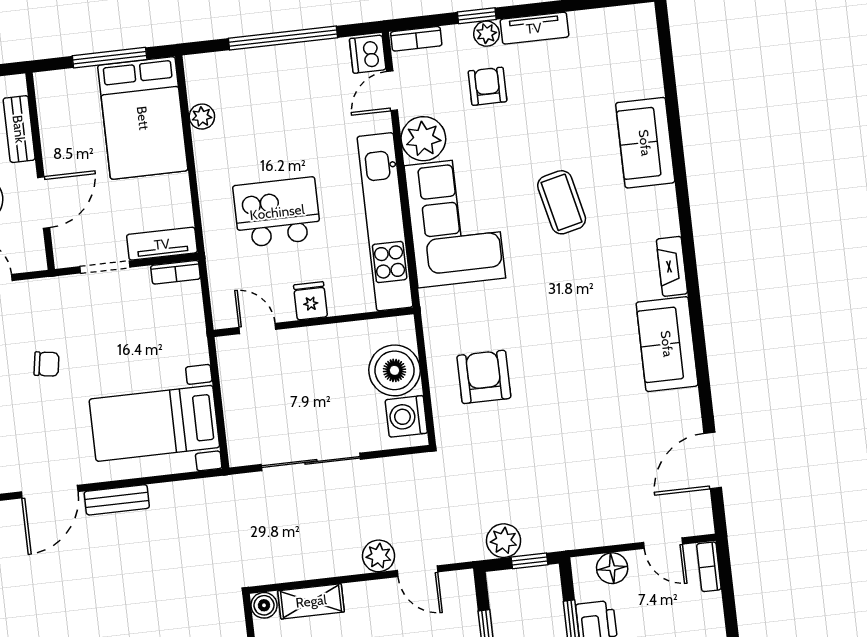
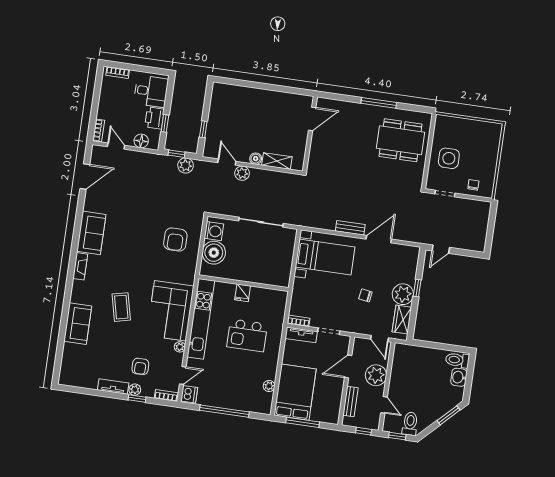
plant: (423, 139) -> (180, 347), width x0.53, depth x0.53
door: (257, 328) -> (269, 287), removed
boiler: (264, 605) -> (256, 159), moved

